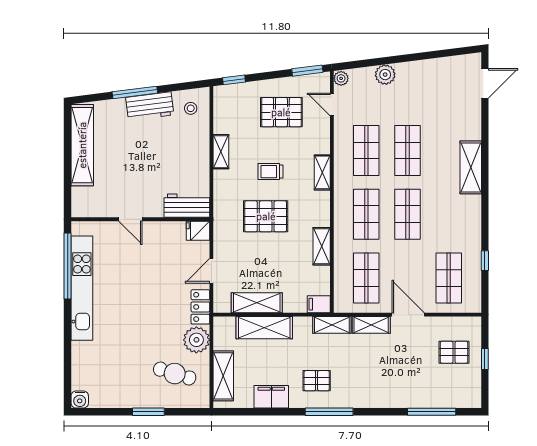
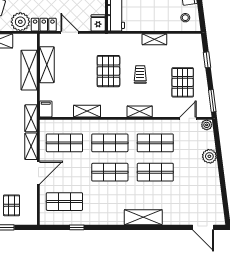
window: (234, 80) -> (207, 60), moved

